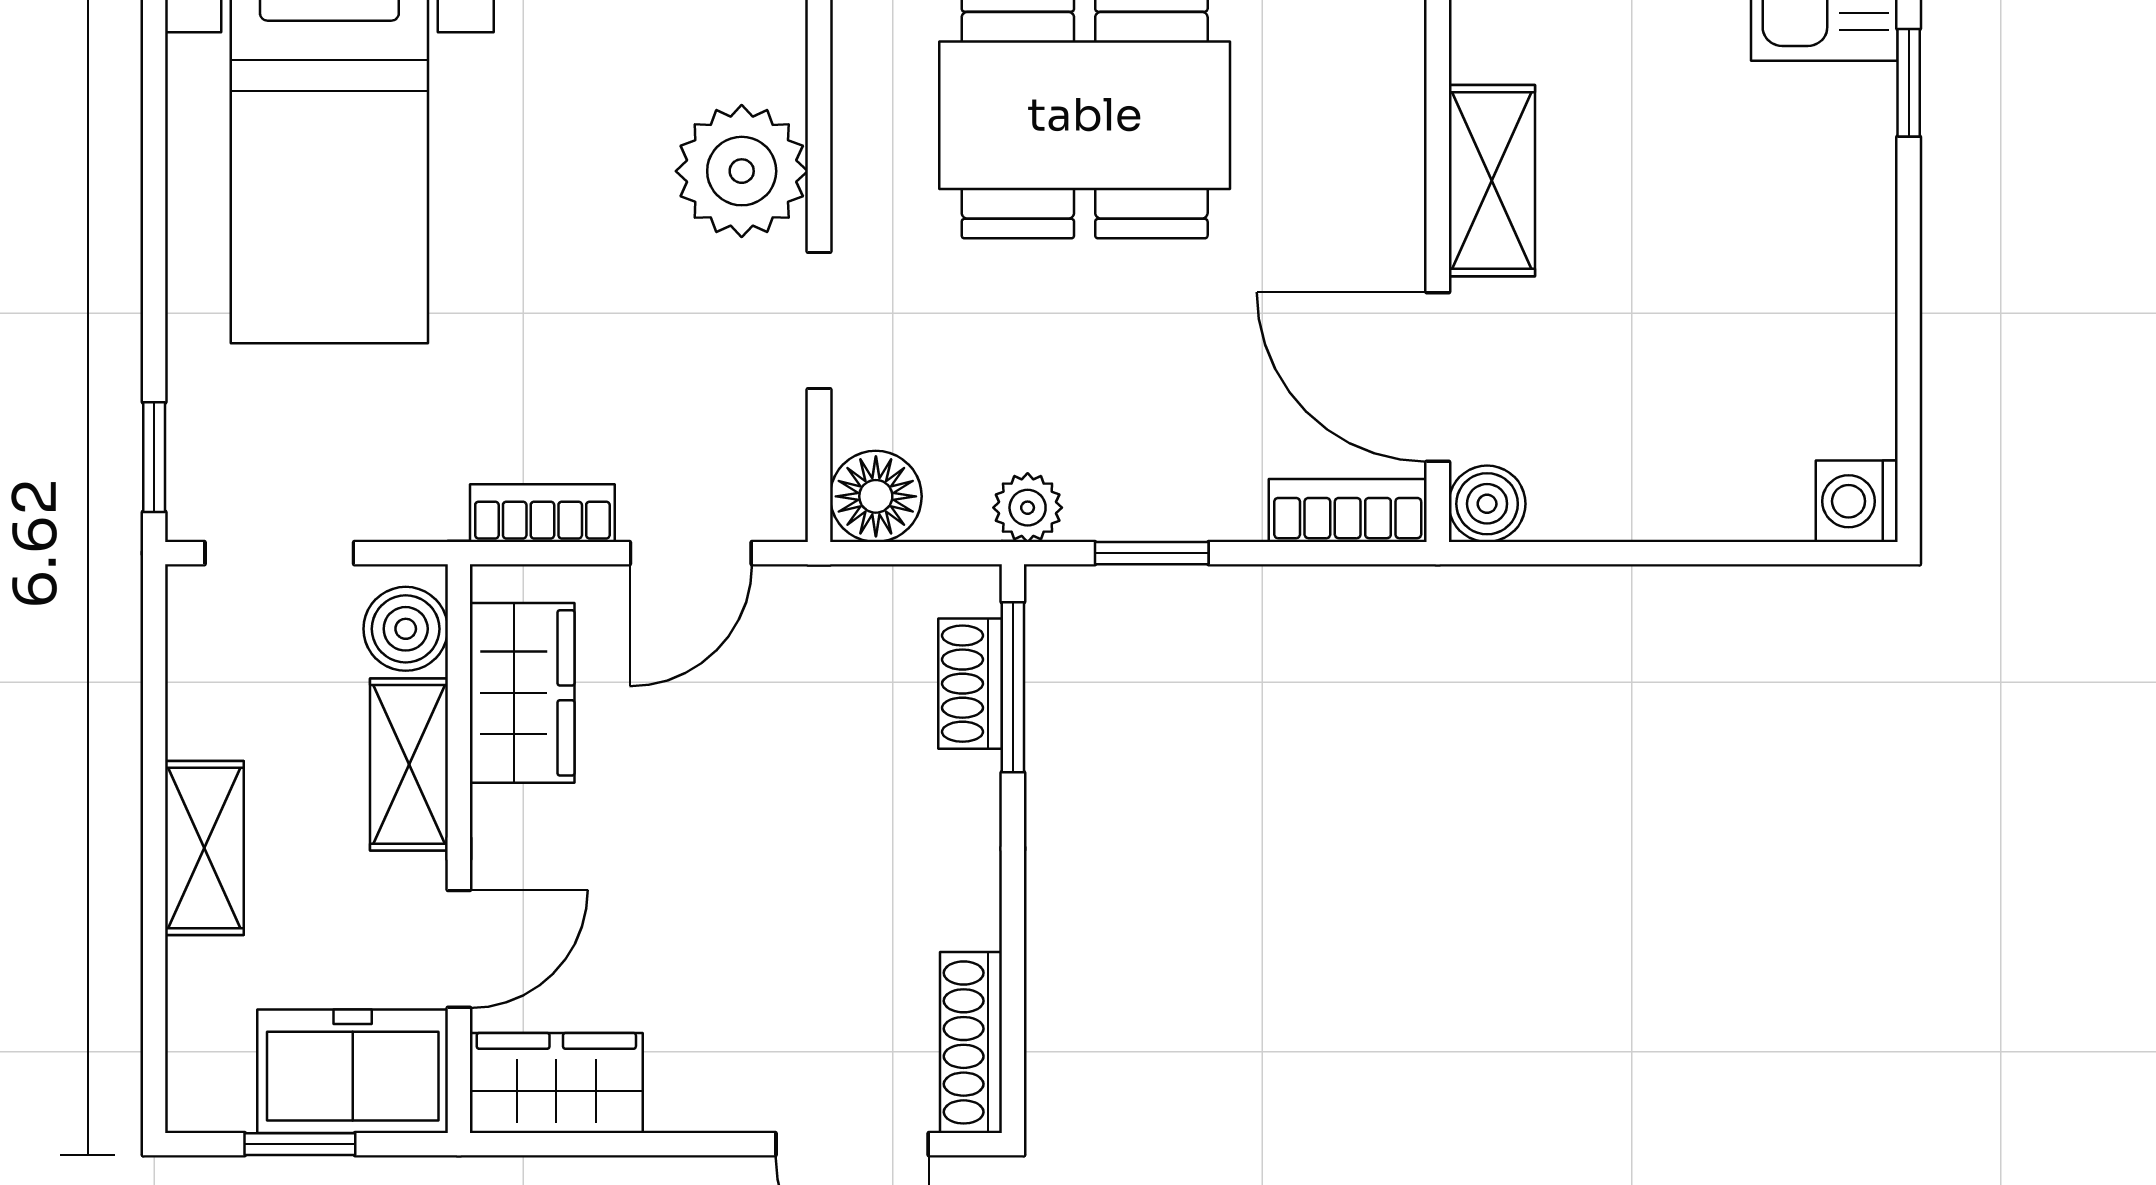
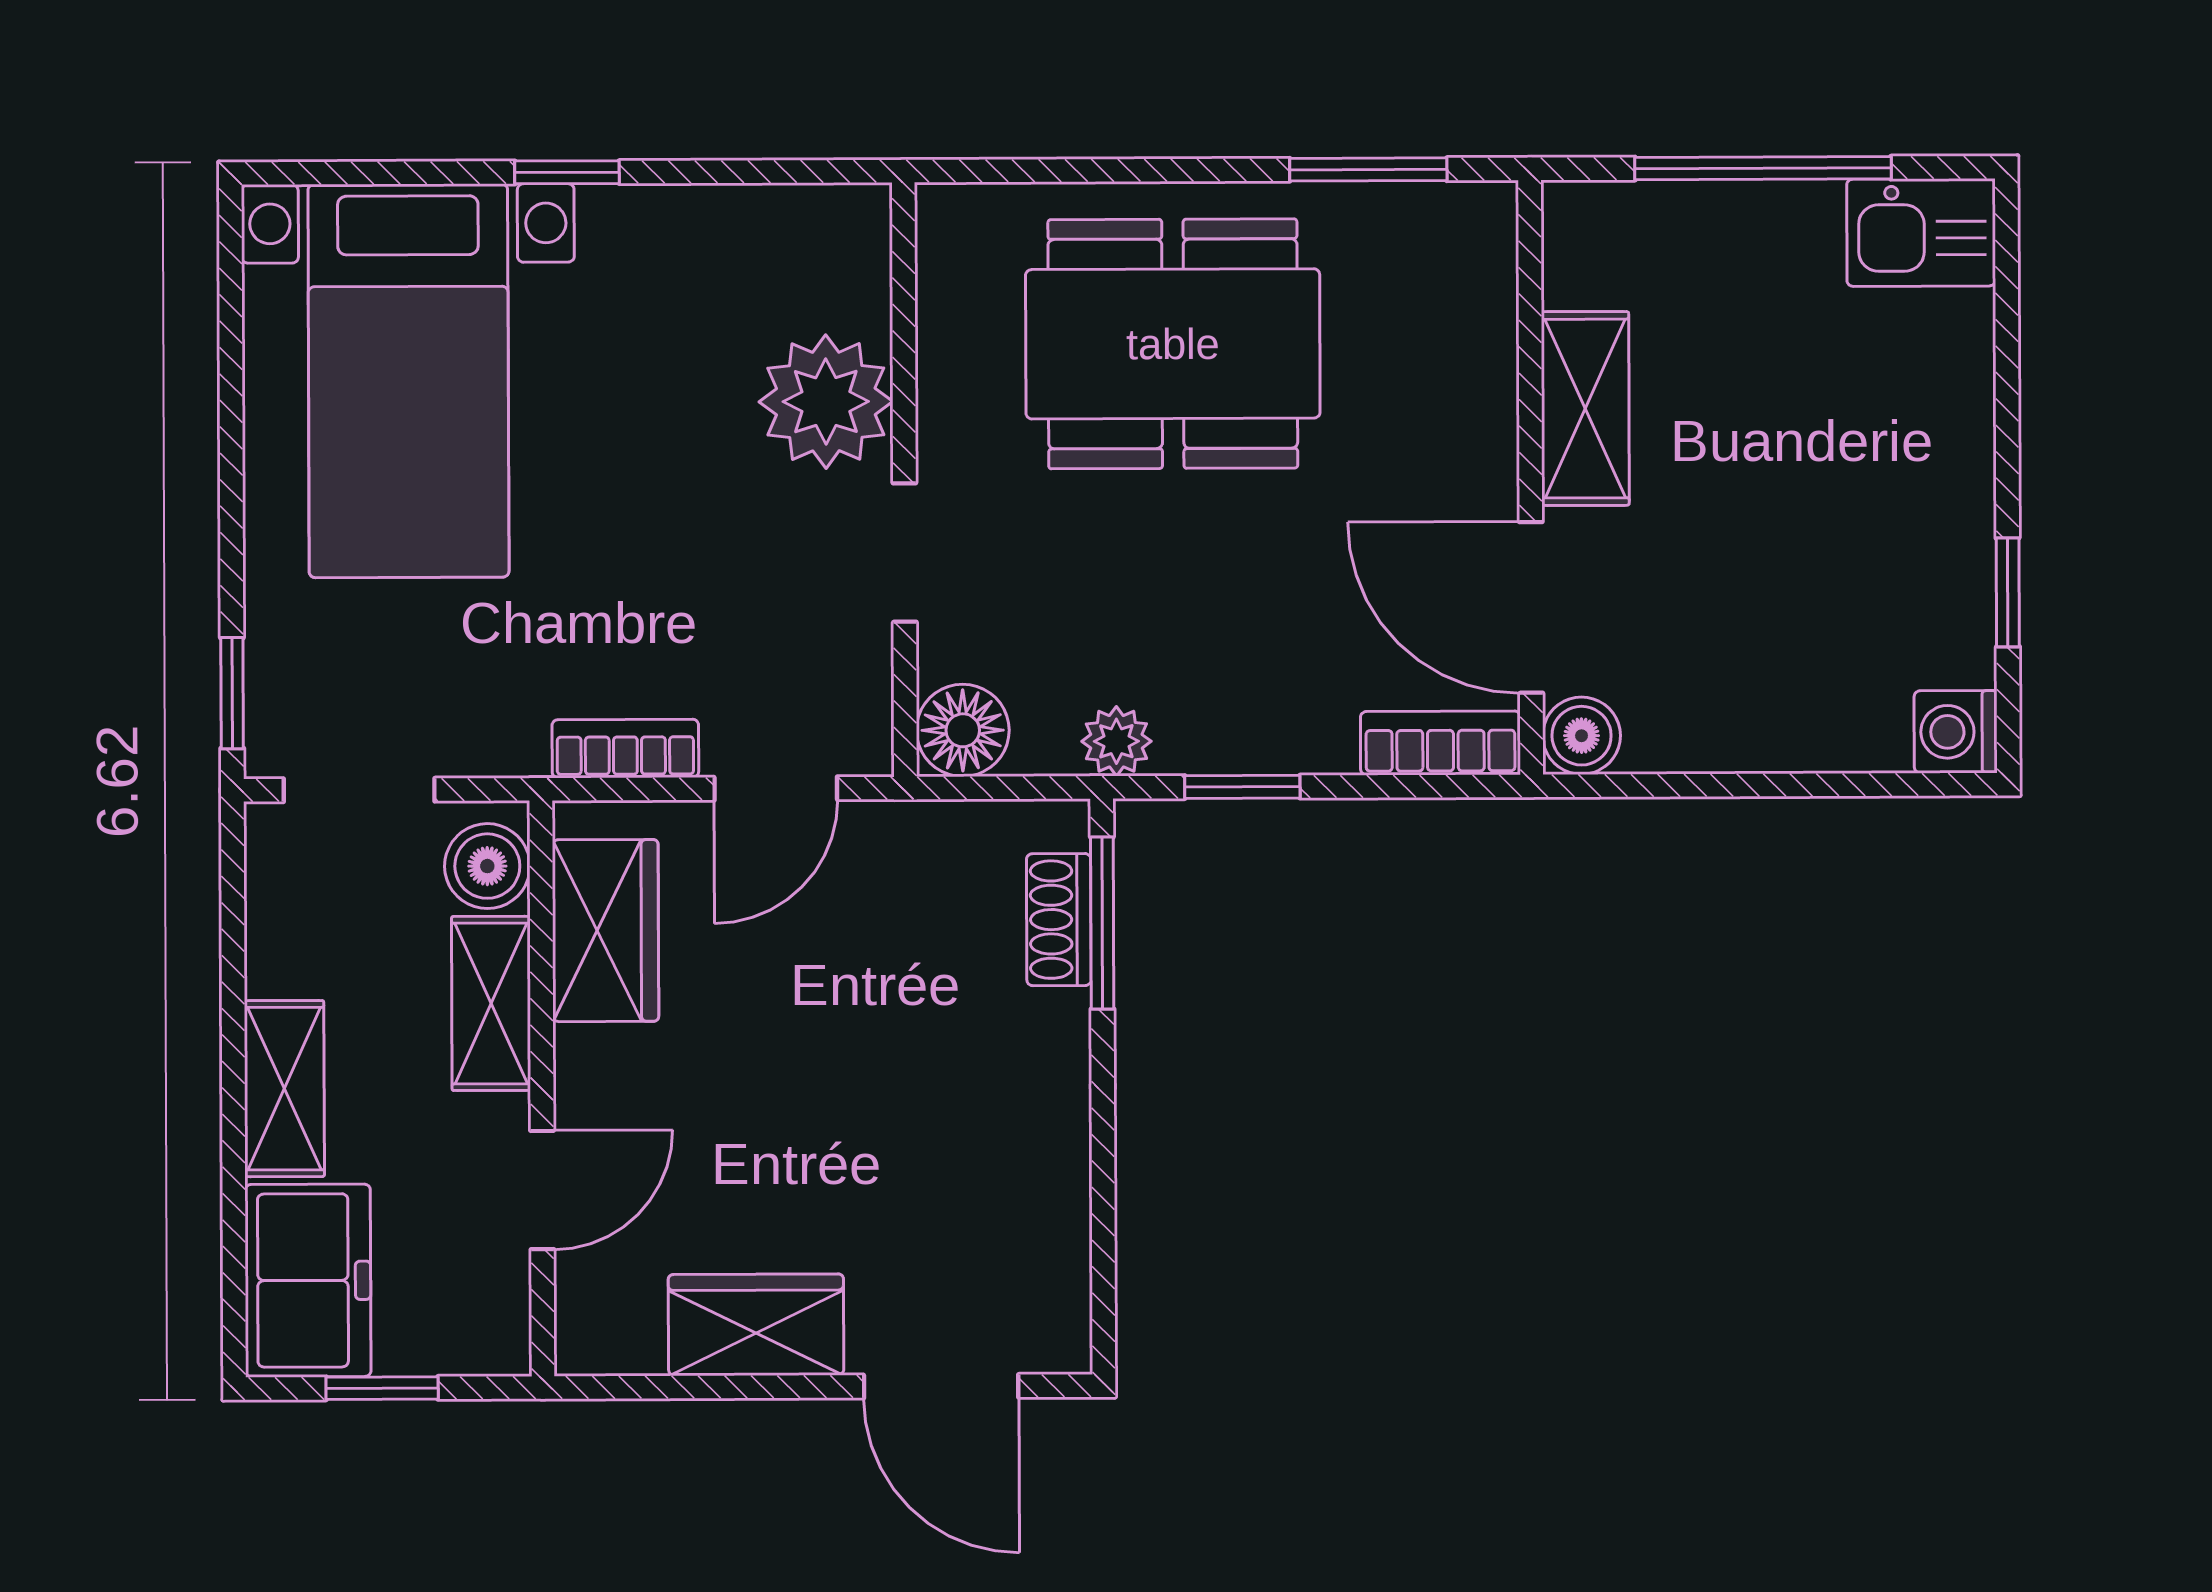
window: (1909, 83) -> (2008, 592), moved
shoe rack: (971, 1042) -> (1061, 1283), removed
freezer: (353, 1071) -> (308, 1280), moved, turned 90
wardrobe: (556, 1083) -> (756, 1325), moved

